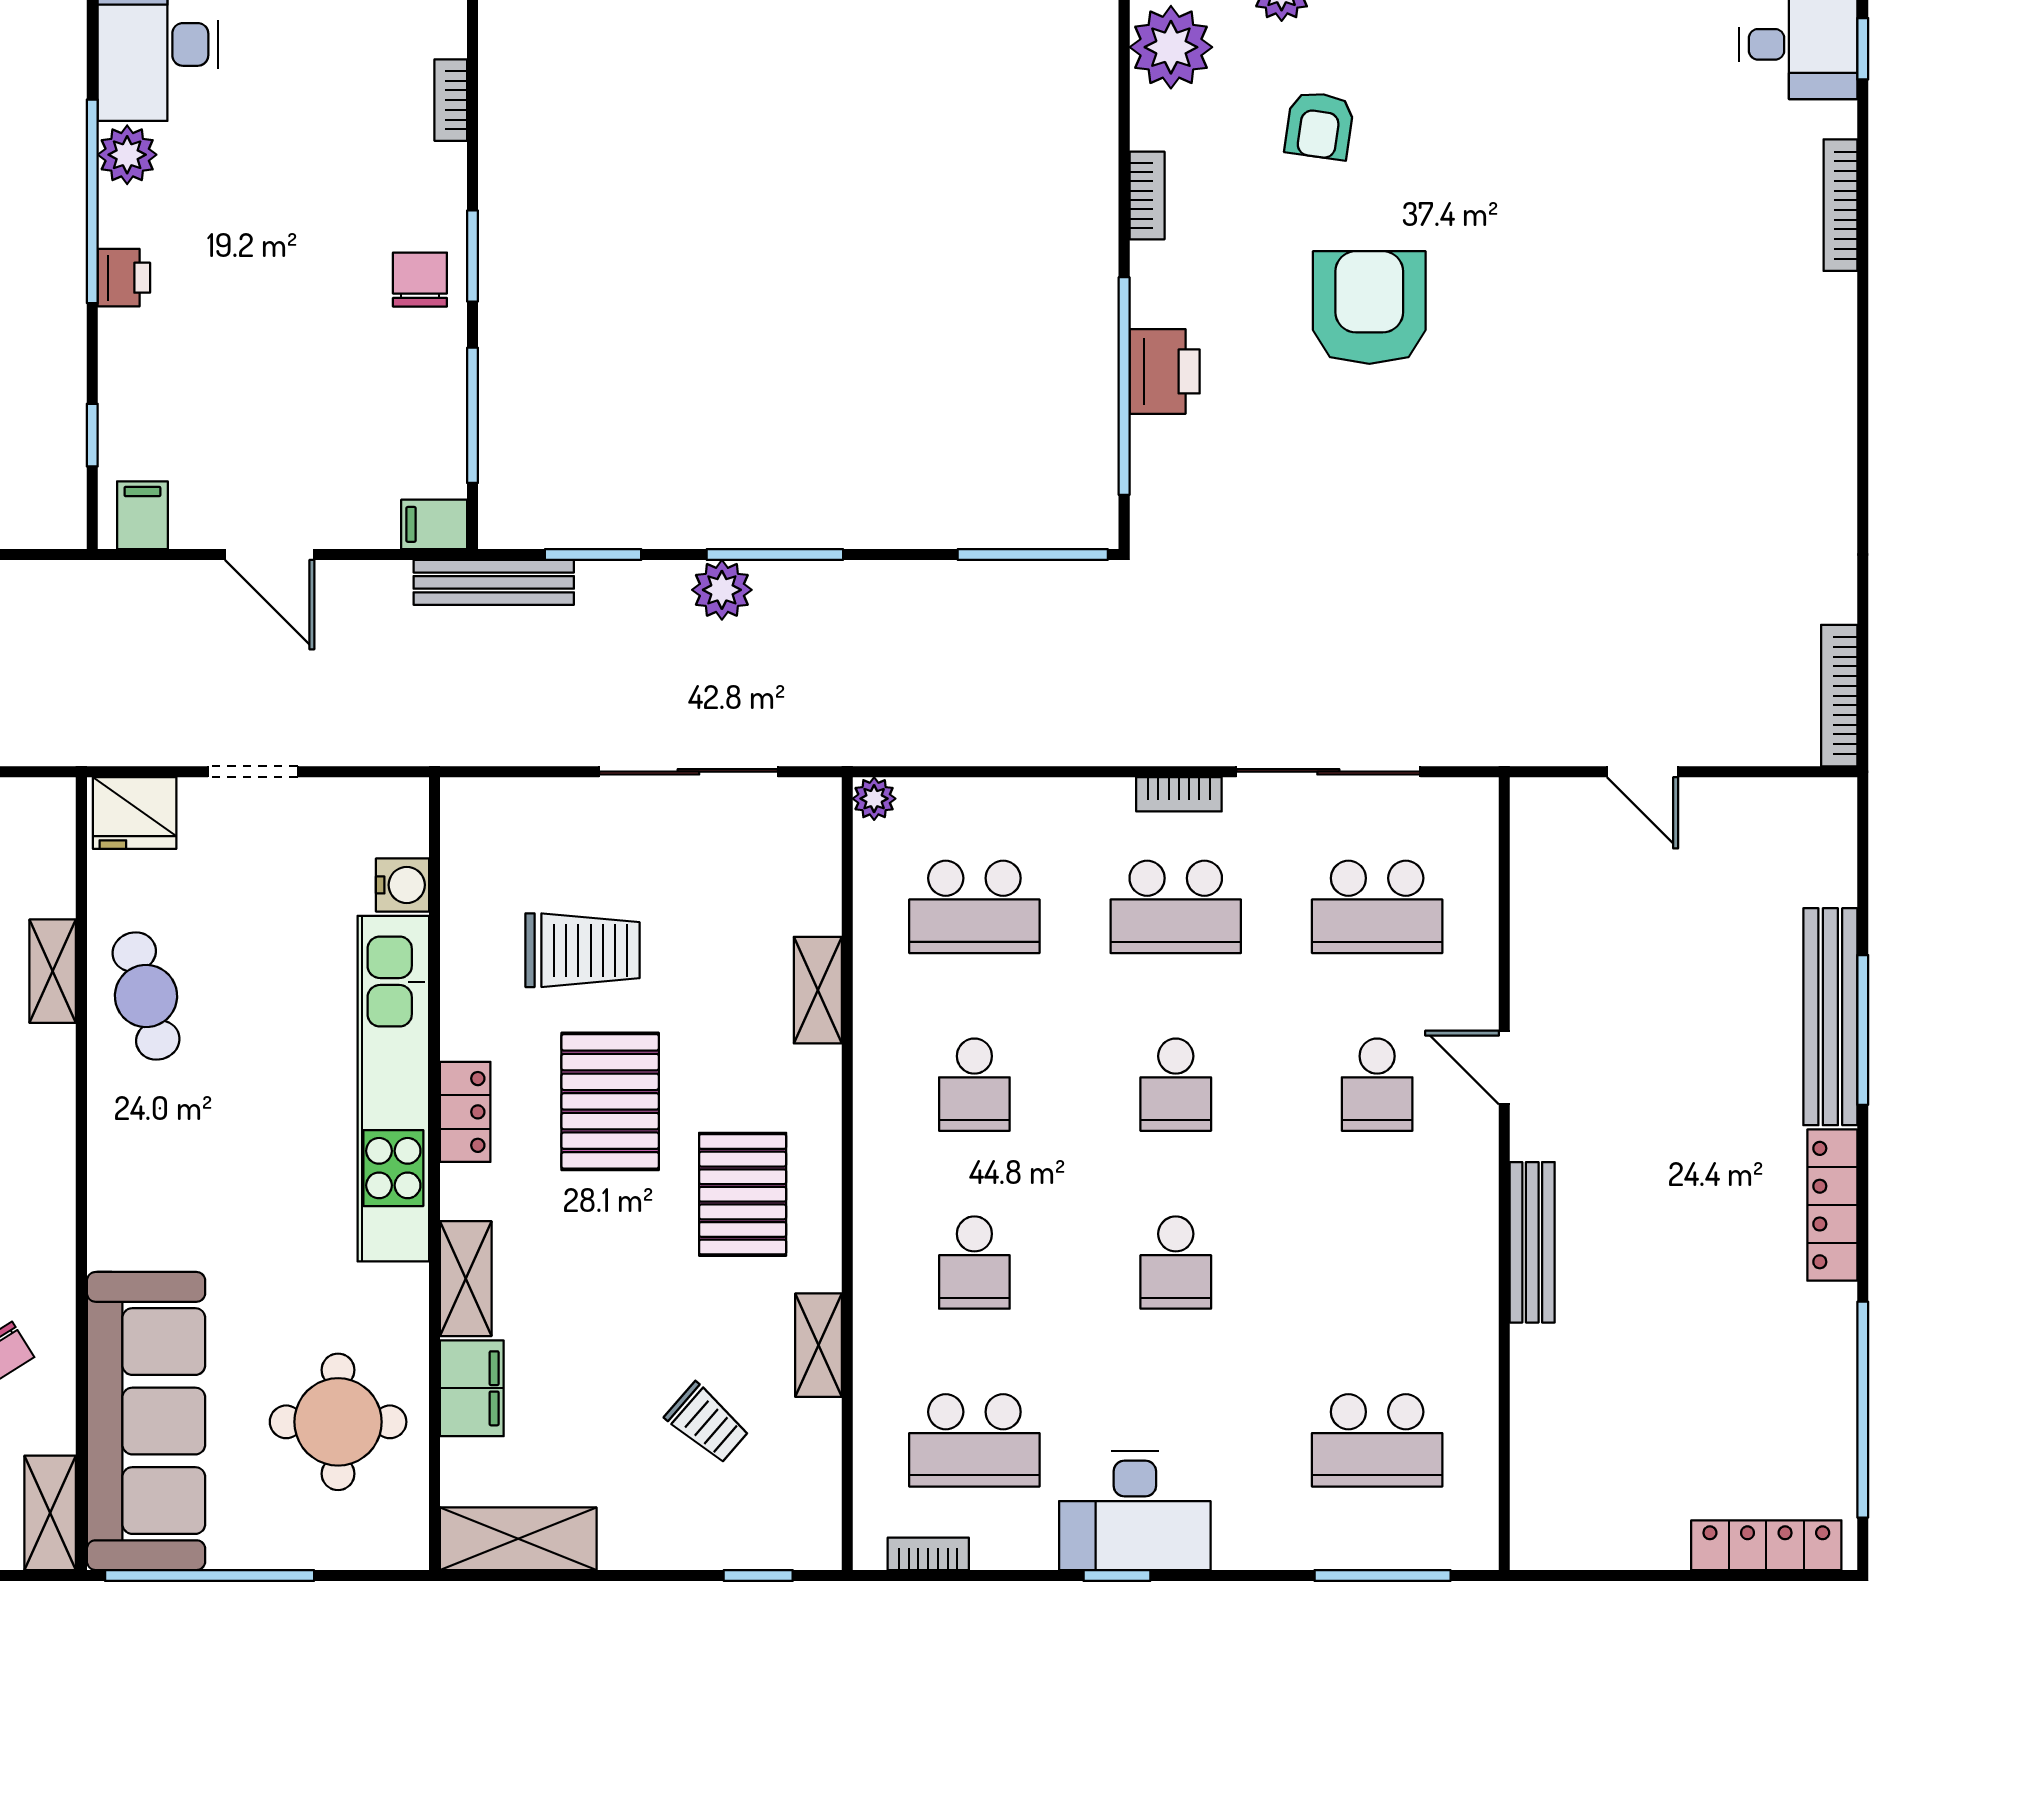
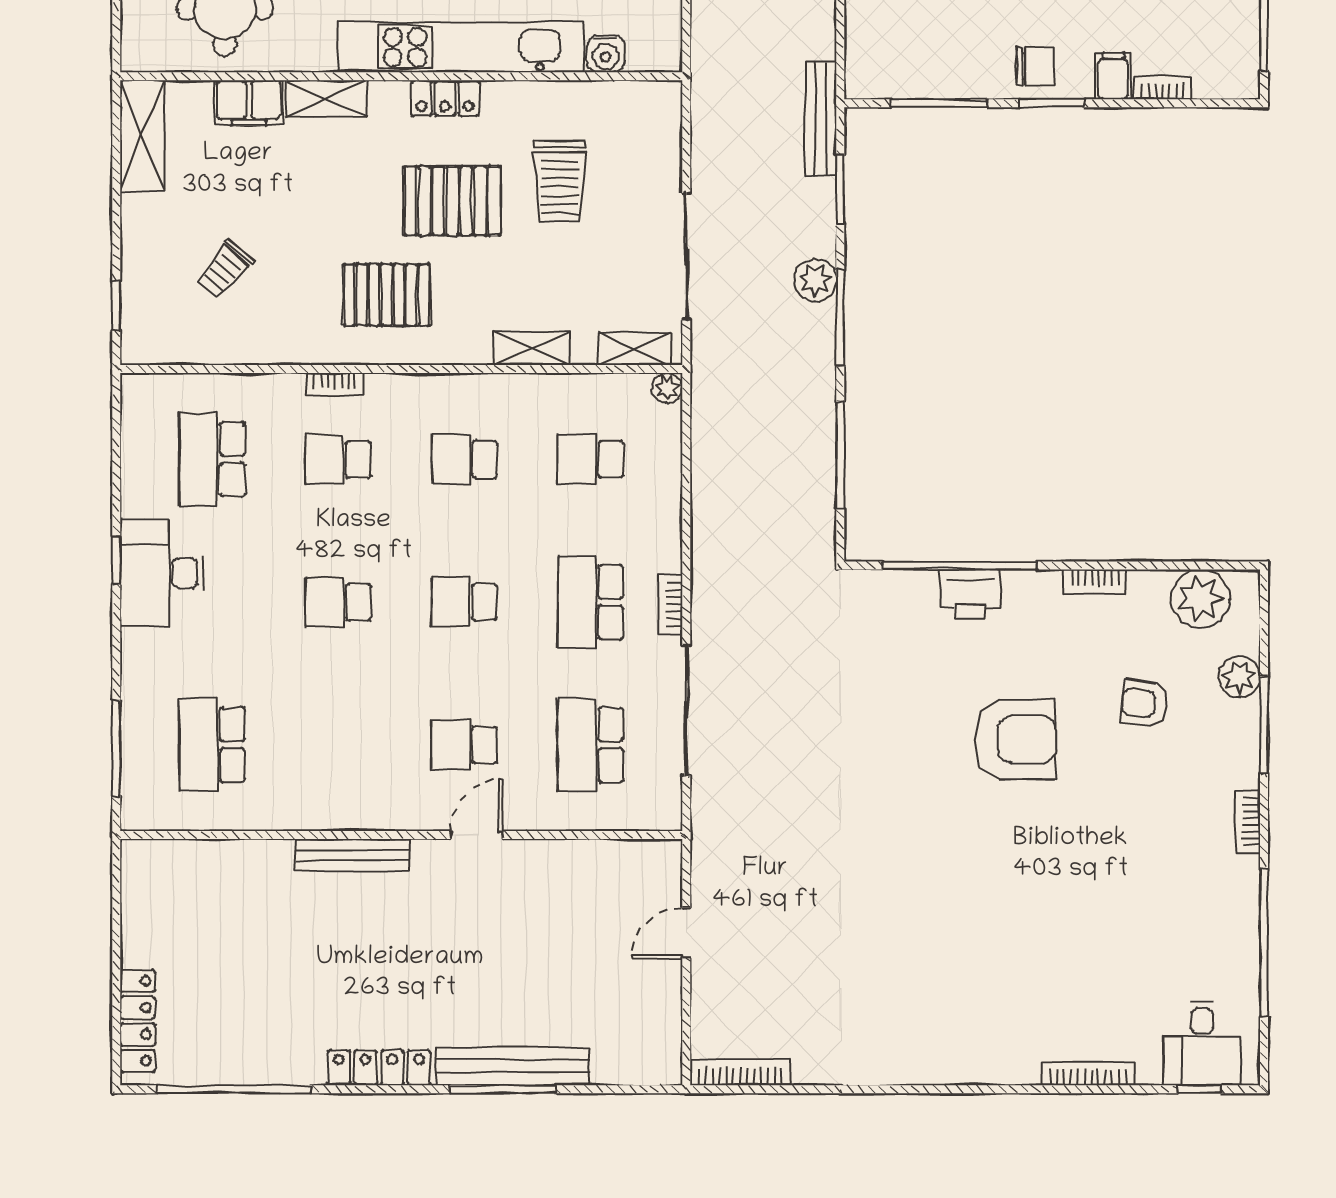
filing cabinet: (434, 524) -> (1113, 76), moved
window: (1033, 554) -> (840, 455), moved
school desk: (974, 907) -> (590, 459), width x0.54
shelving: (818, 1345) -> (635, 349), moved
bookcase: (928, 1554) -> (335, 384), moved, turned 90

